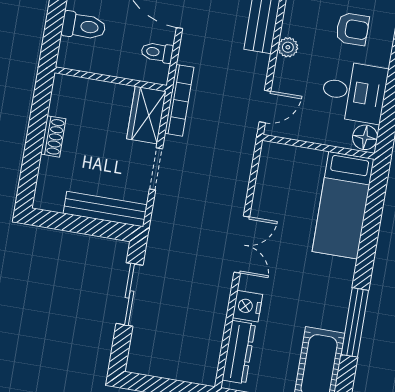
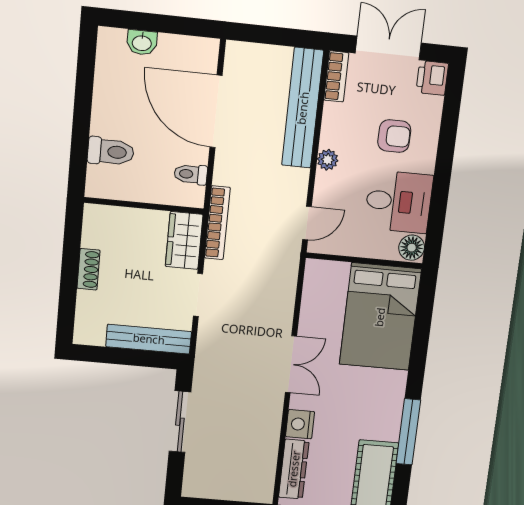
bed: (343, 205) -> (380, 317), width x1.50

